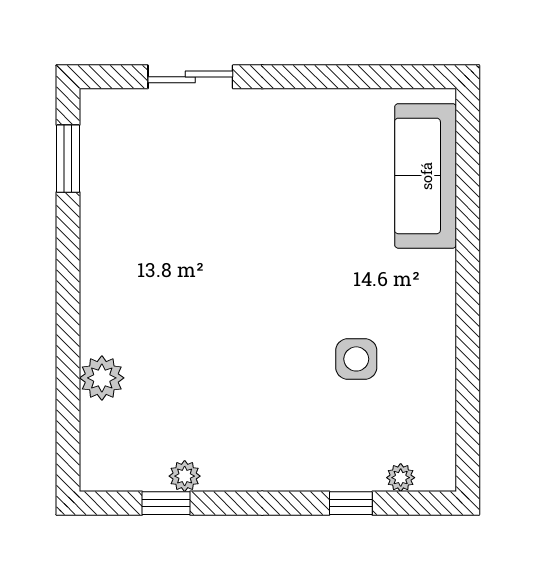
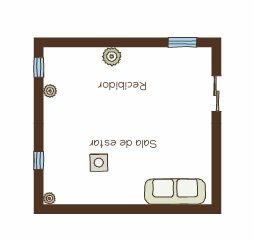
plant: (102, 378) -> (112, 56), moved
plant: (401, 478) -> (49, 198), moved
window: (166, 503) -> (39, 68), moved

